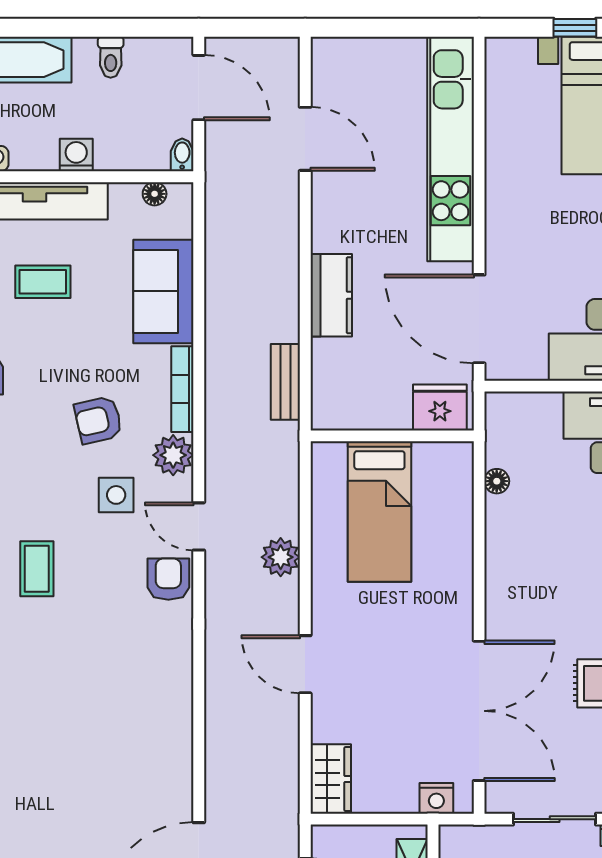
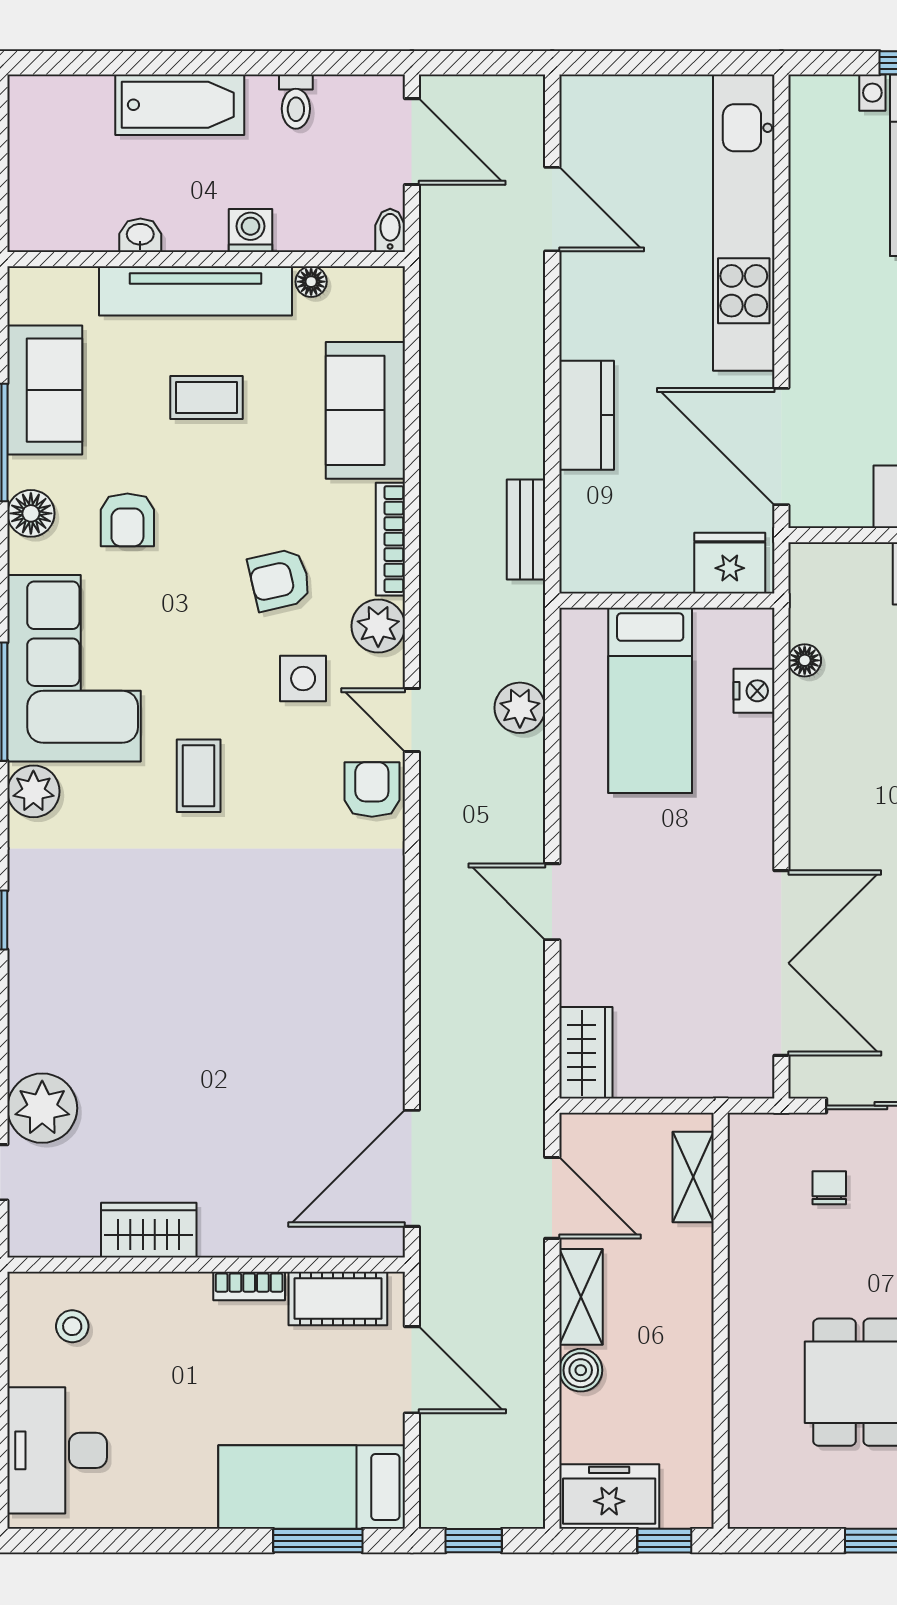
floor lamp: (155, 194) -> (311, 282), moved
plant: (281, 557) -> (520, 708), moved
nightstand: (436, 798) -> (754, 691), moved, turned -90

